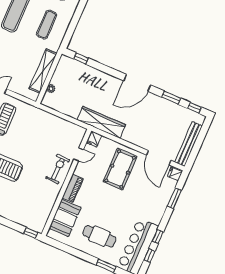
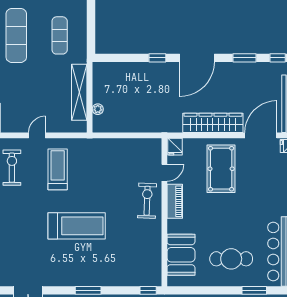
window: (81, 58) -> (157, 58), moved
wardrobe: (101, 122) -> (213, 123), moved
door: (159, 158) -> (261, 135), swing flipped
piano: (73, 188) -> (175, 201), moved

